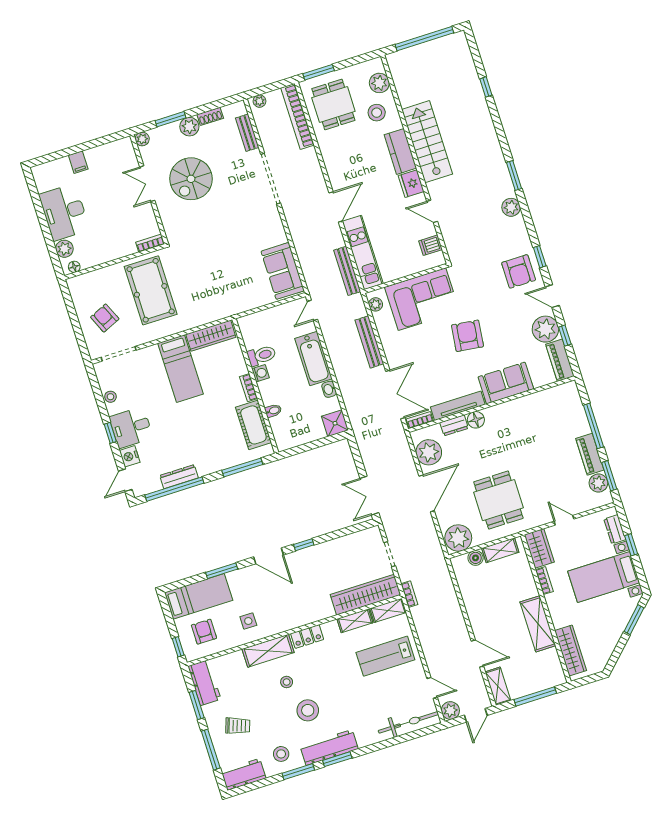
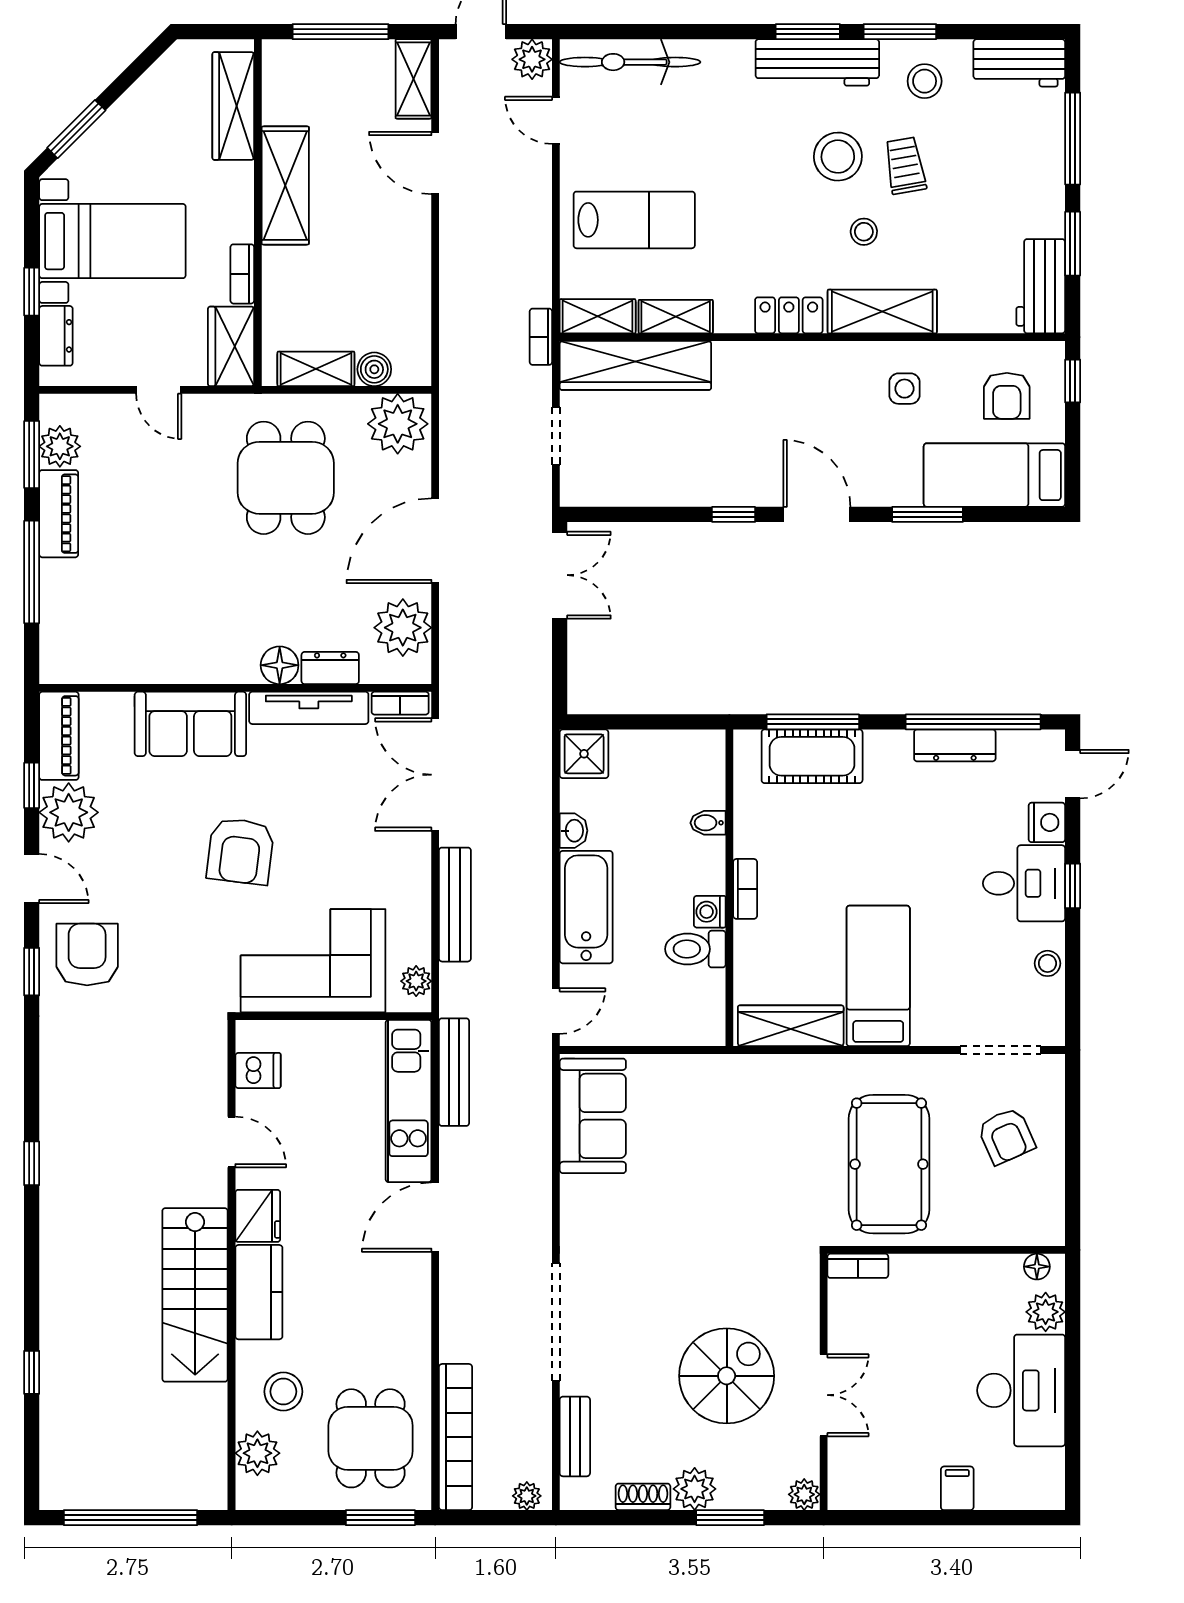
window: (514, 175) -> (32, 1163), width x0.67
plant: (511, 207) -> (60, 1097), removed
cot: (253, 425) -> (812, 756), moved, turned 90
trolley: (238, 726) -> (905, 166), moved, turned 61

